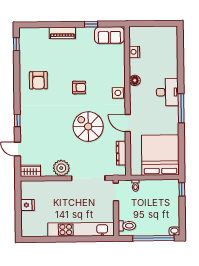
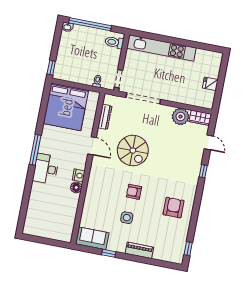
nightstand: (134, 52) -> (79, 175), moved
side table: (118, 93) -> (127, 218), moved
plant: (61, 168) -> (180, 117), moved

